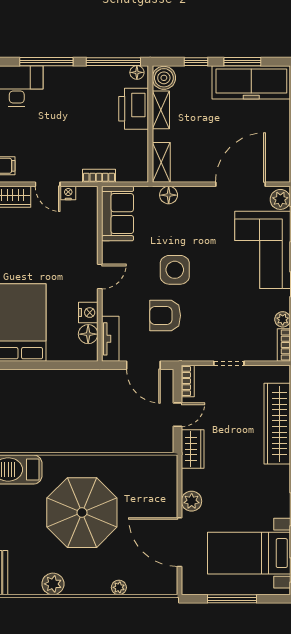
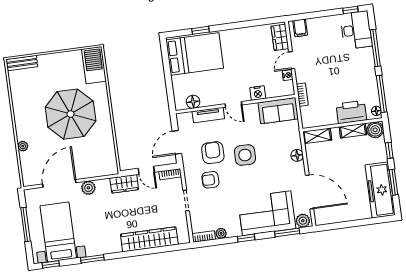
floor lamp: (169, 195) -> (297, 155), moved
nightstand: (88, 313) -> (258, 93), moved
armchair: (204, 324) -> (210, 180), added
tv unit: (110, 339) -> (208, 115), moved
plant: (53, 584) -> (19, 101), removed

